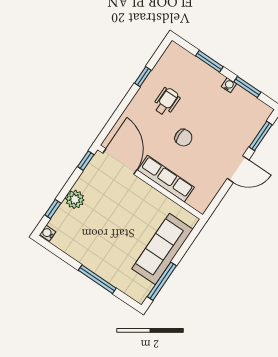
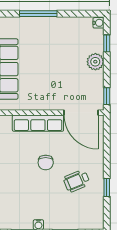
wheelchair: (166, 102) -> (77, 181), turned 67
chair: (183, 138) -> (46, 163), turned -90

